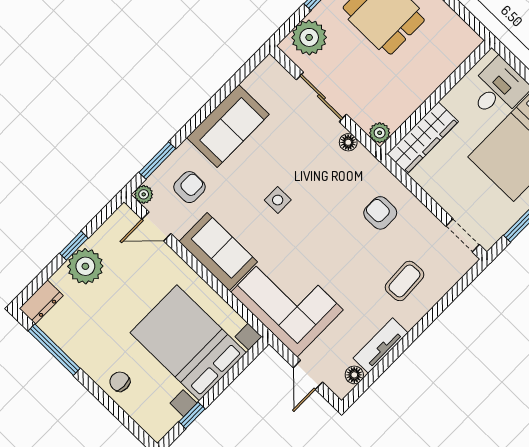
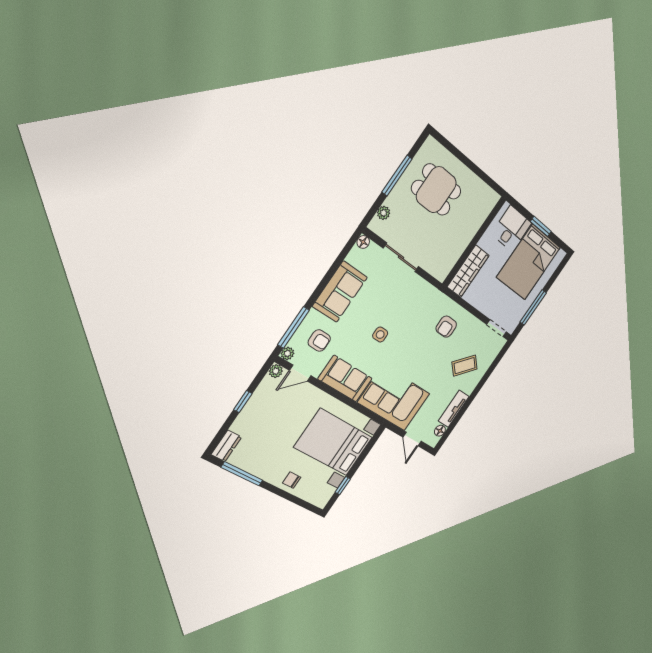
plant: (309, 37) -> (384, 213), width x0.53, depth x0.53
plant: (380, 133) -> (441, 274), removed
floor lamp: (348, 142) -> (363, 242), moved
window: (157, 160) -> (293, 327), width x1.44
armchair: (189, 187) -> (319, 340), turned 90
armchair: (380, 213) -> (446, 327), turned -90
plant: (85, 266) -> (276, 371), moved, width x0.53, depth x0.53
coffee table: (404, 281) -> (465, 366), turned 47

